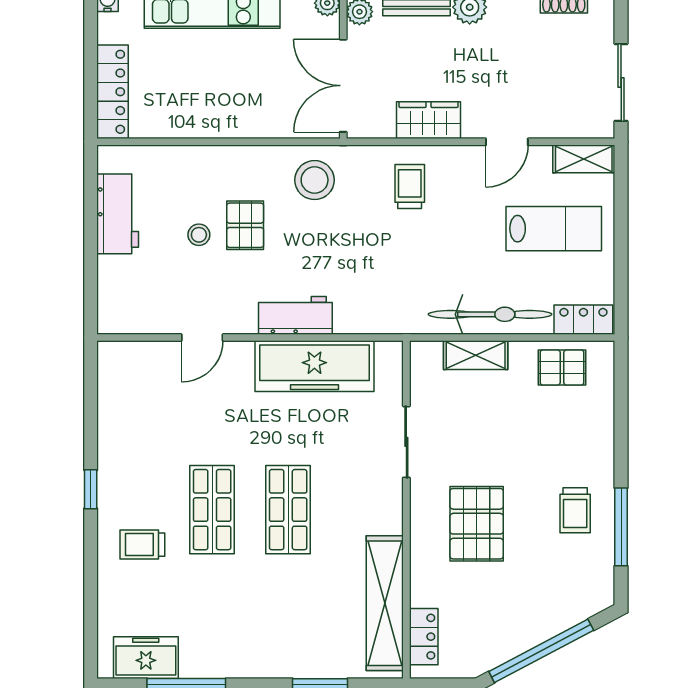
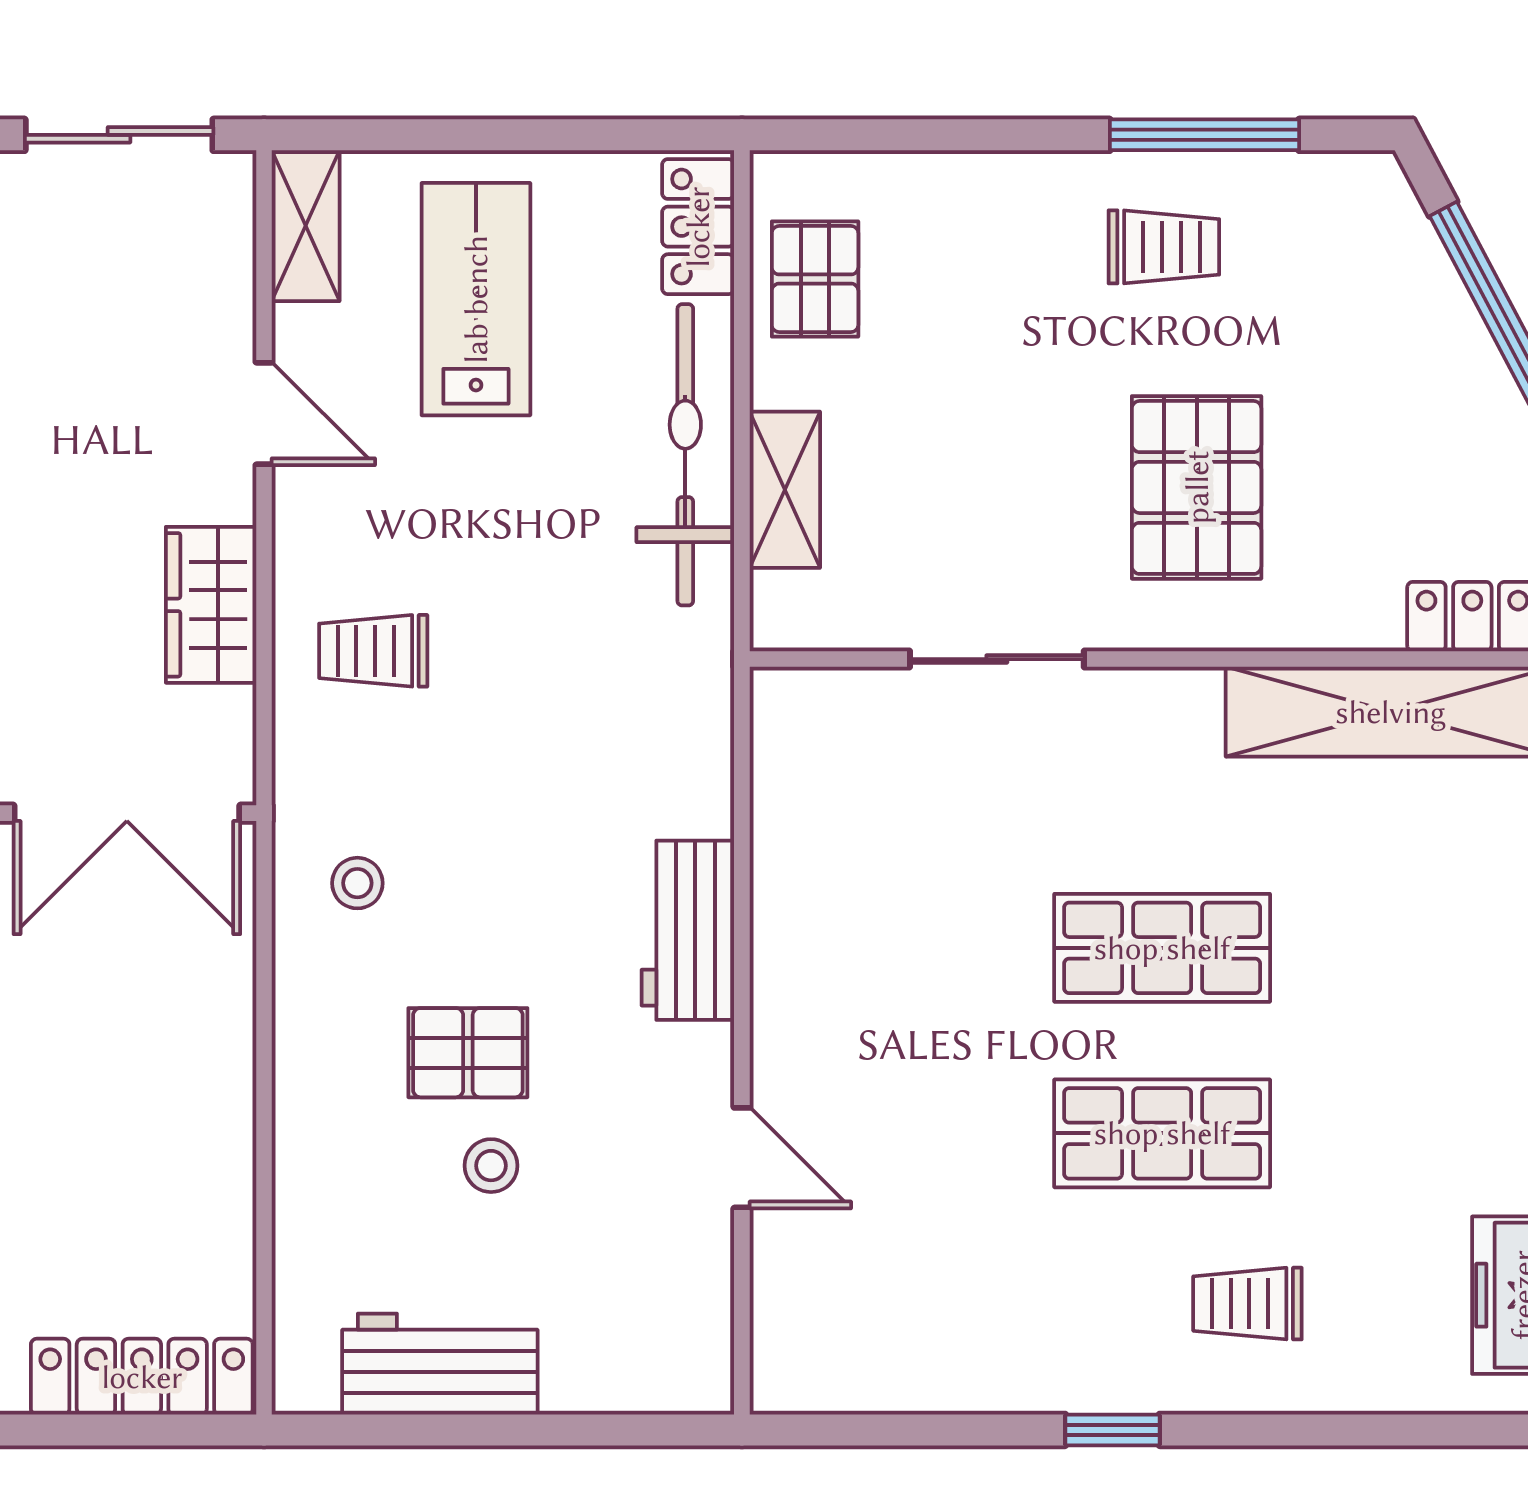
stool: (315, 180) -> (357, 883), width x0.53, depth x0.53
freezer: (314, 366) -> (812, 883), removed
pallet: (477, 524) -> (1197, 487), turned 90
trolley: (142, 545) -> (1247, 1304), turned 90

